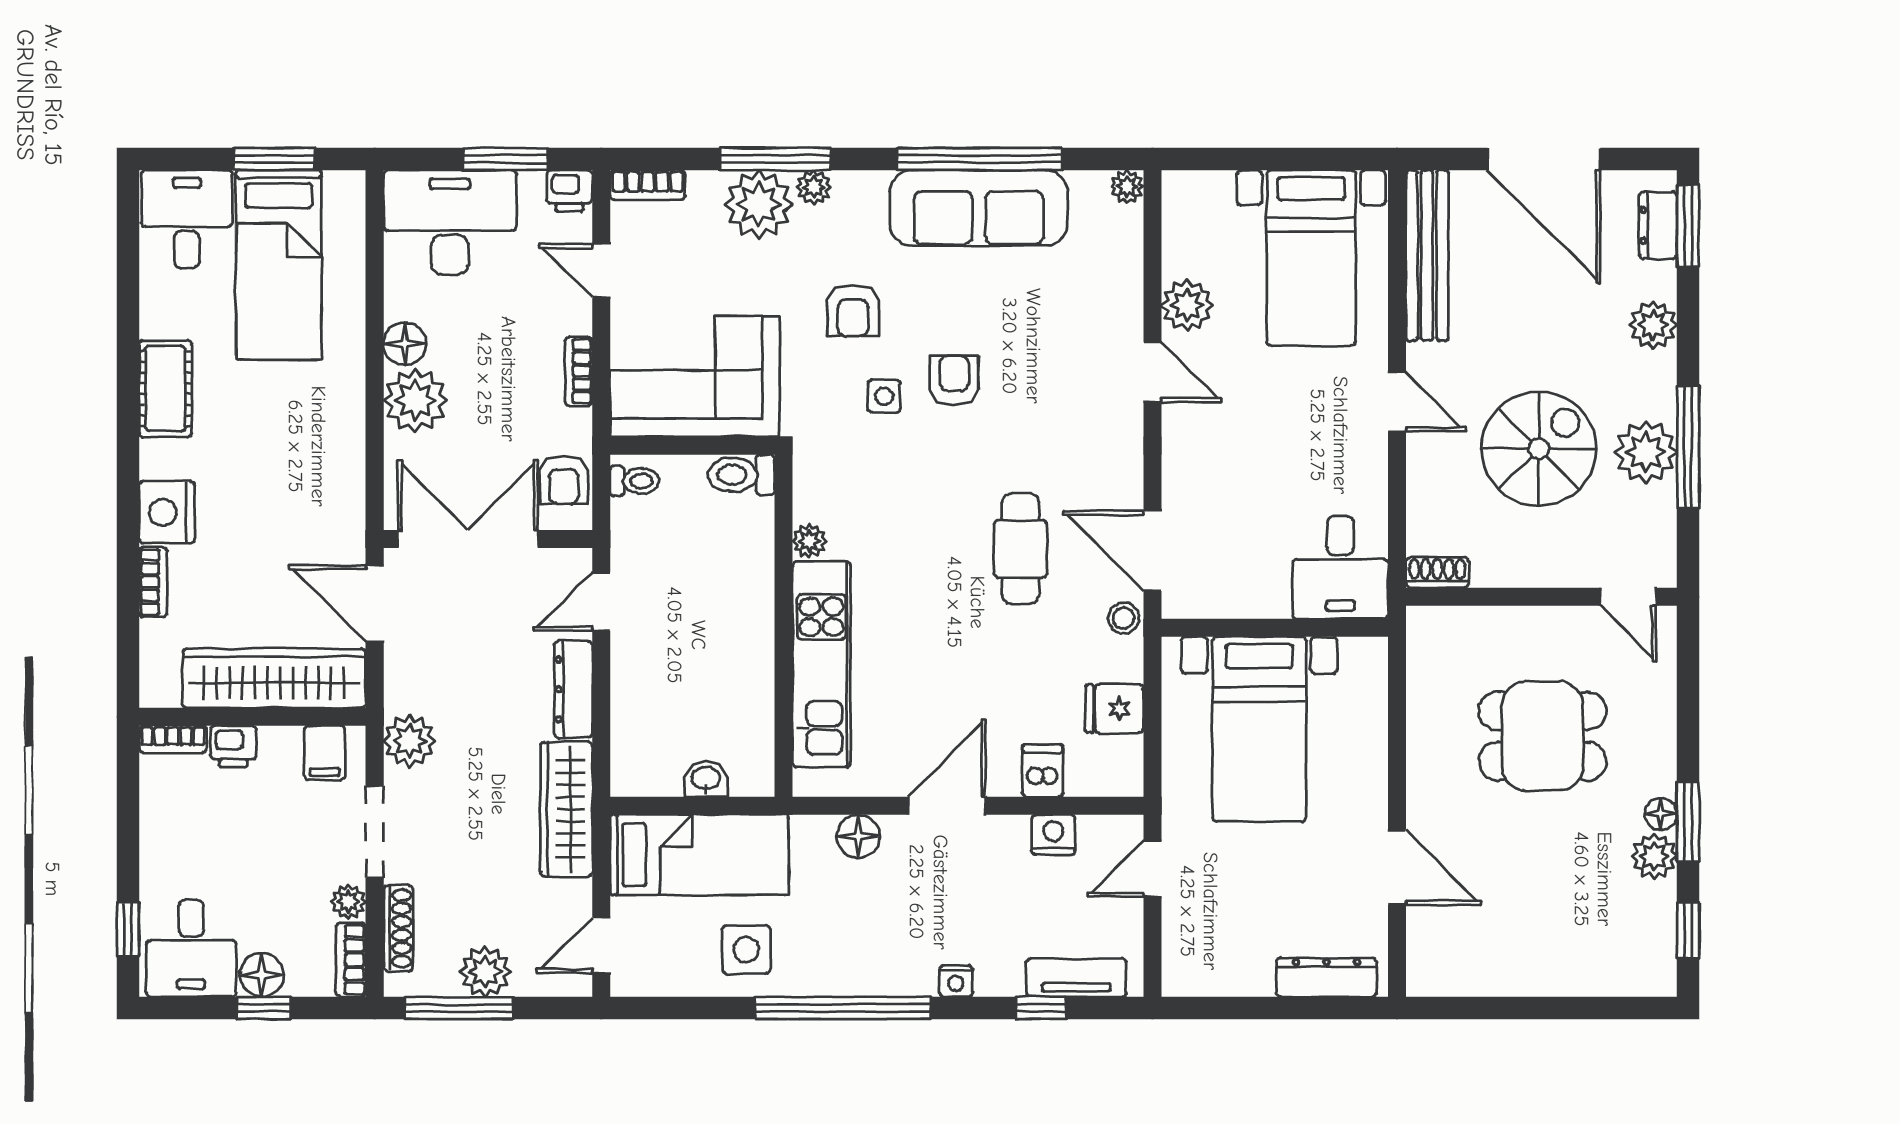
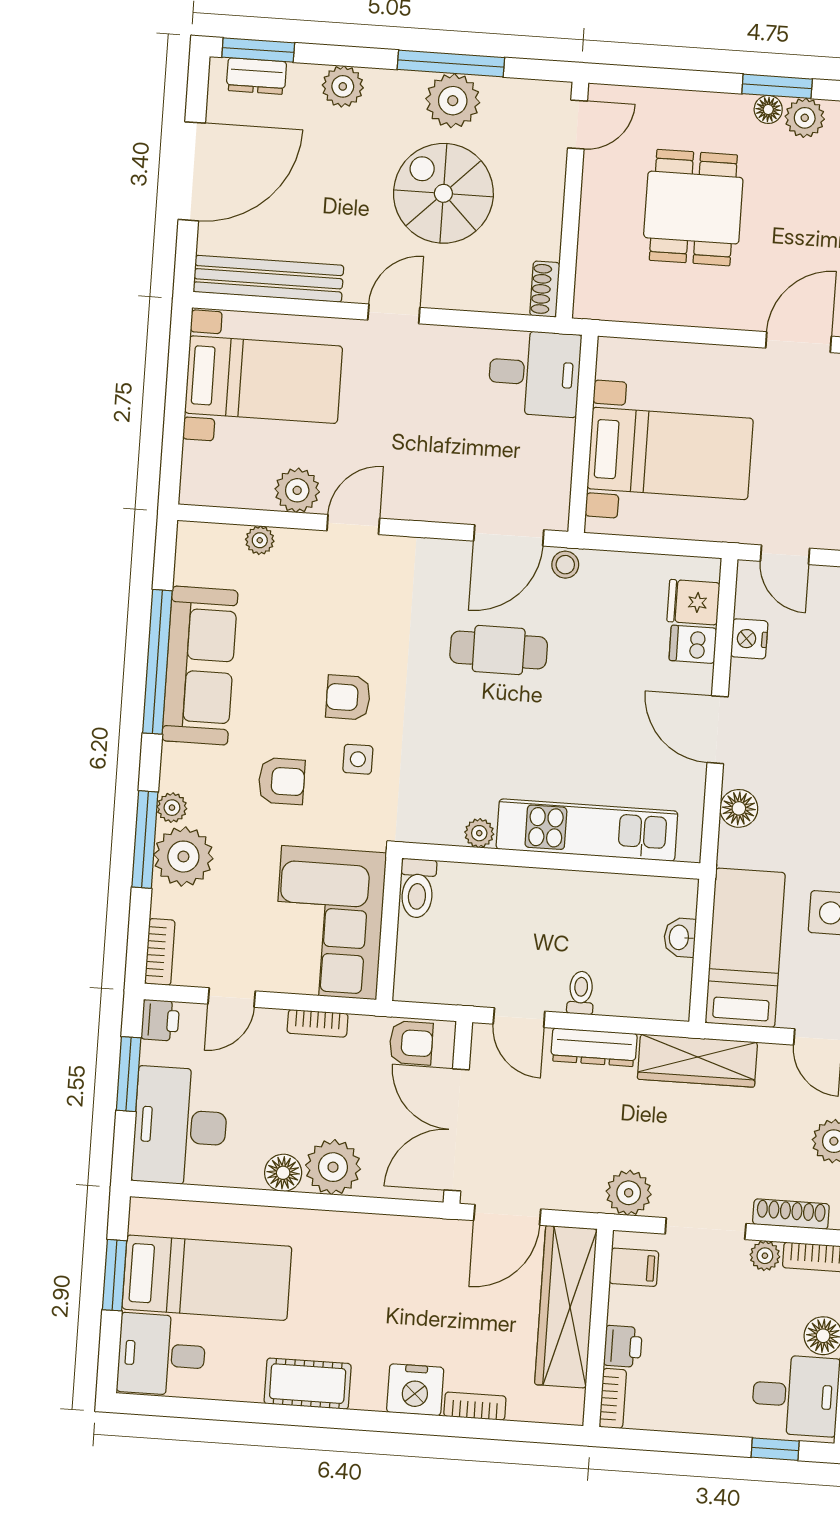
plant: (1127, 187) -> (260, 540), moved
toilet: (635, 481) -> (581, 993), moved
fridge: (1115, 709) -> (693, 602), moved, turned 90

